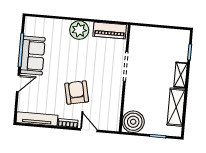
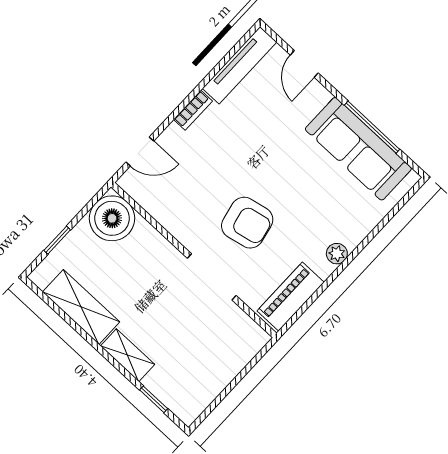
plant: (79, 30) -> (337, 254), width x0.53, depth x0.53
sofa: (33, 56) -> (358, 149), width x1.36
door: (18, 83) -> (304, 64), moved
armchair: (77, 92) -> (247, 223), moved
door: (89, 130) -> (140, 151), moved

